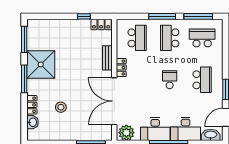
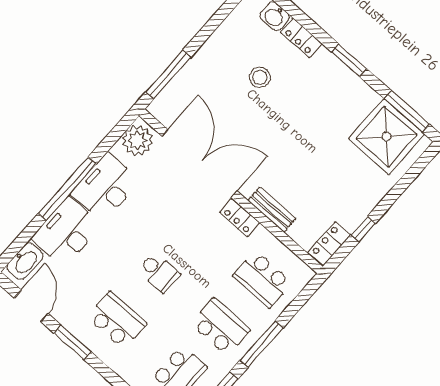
shower: (41, 64) -> (387, 137), moved
window: (24, 79) -> (349, 60), width x0.69
school desk: (202, 80) -> (117, 320), turned 180

